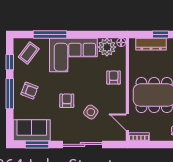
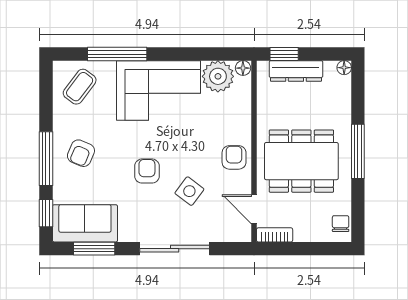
window: (160, 34) -> (284, 54), moved
window: (10, 62) -> (46, 213), moved
armchair: (114, 77) -> (234, 157), moved
armchair: (29, 91) -> (81, 153), turned 92

